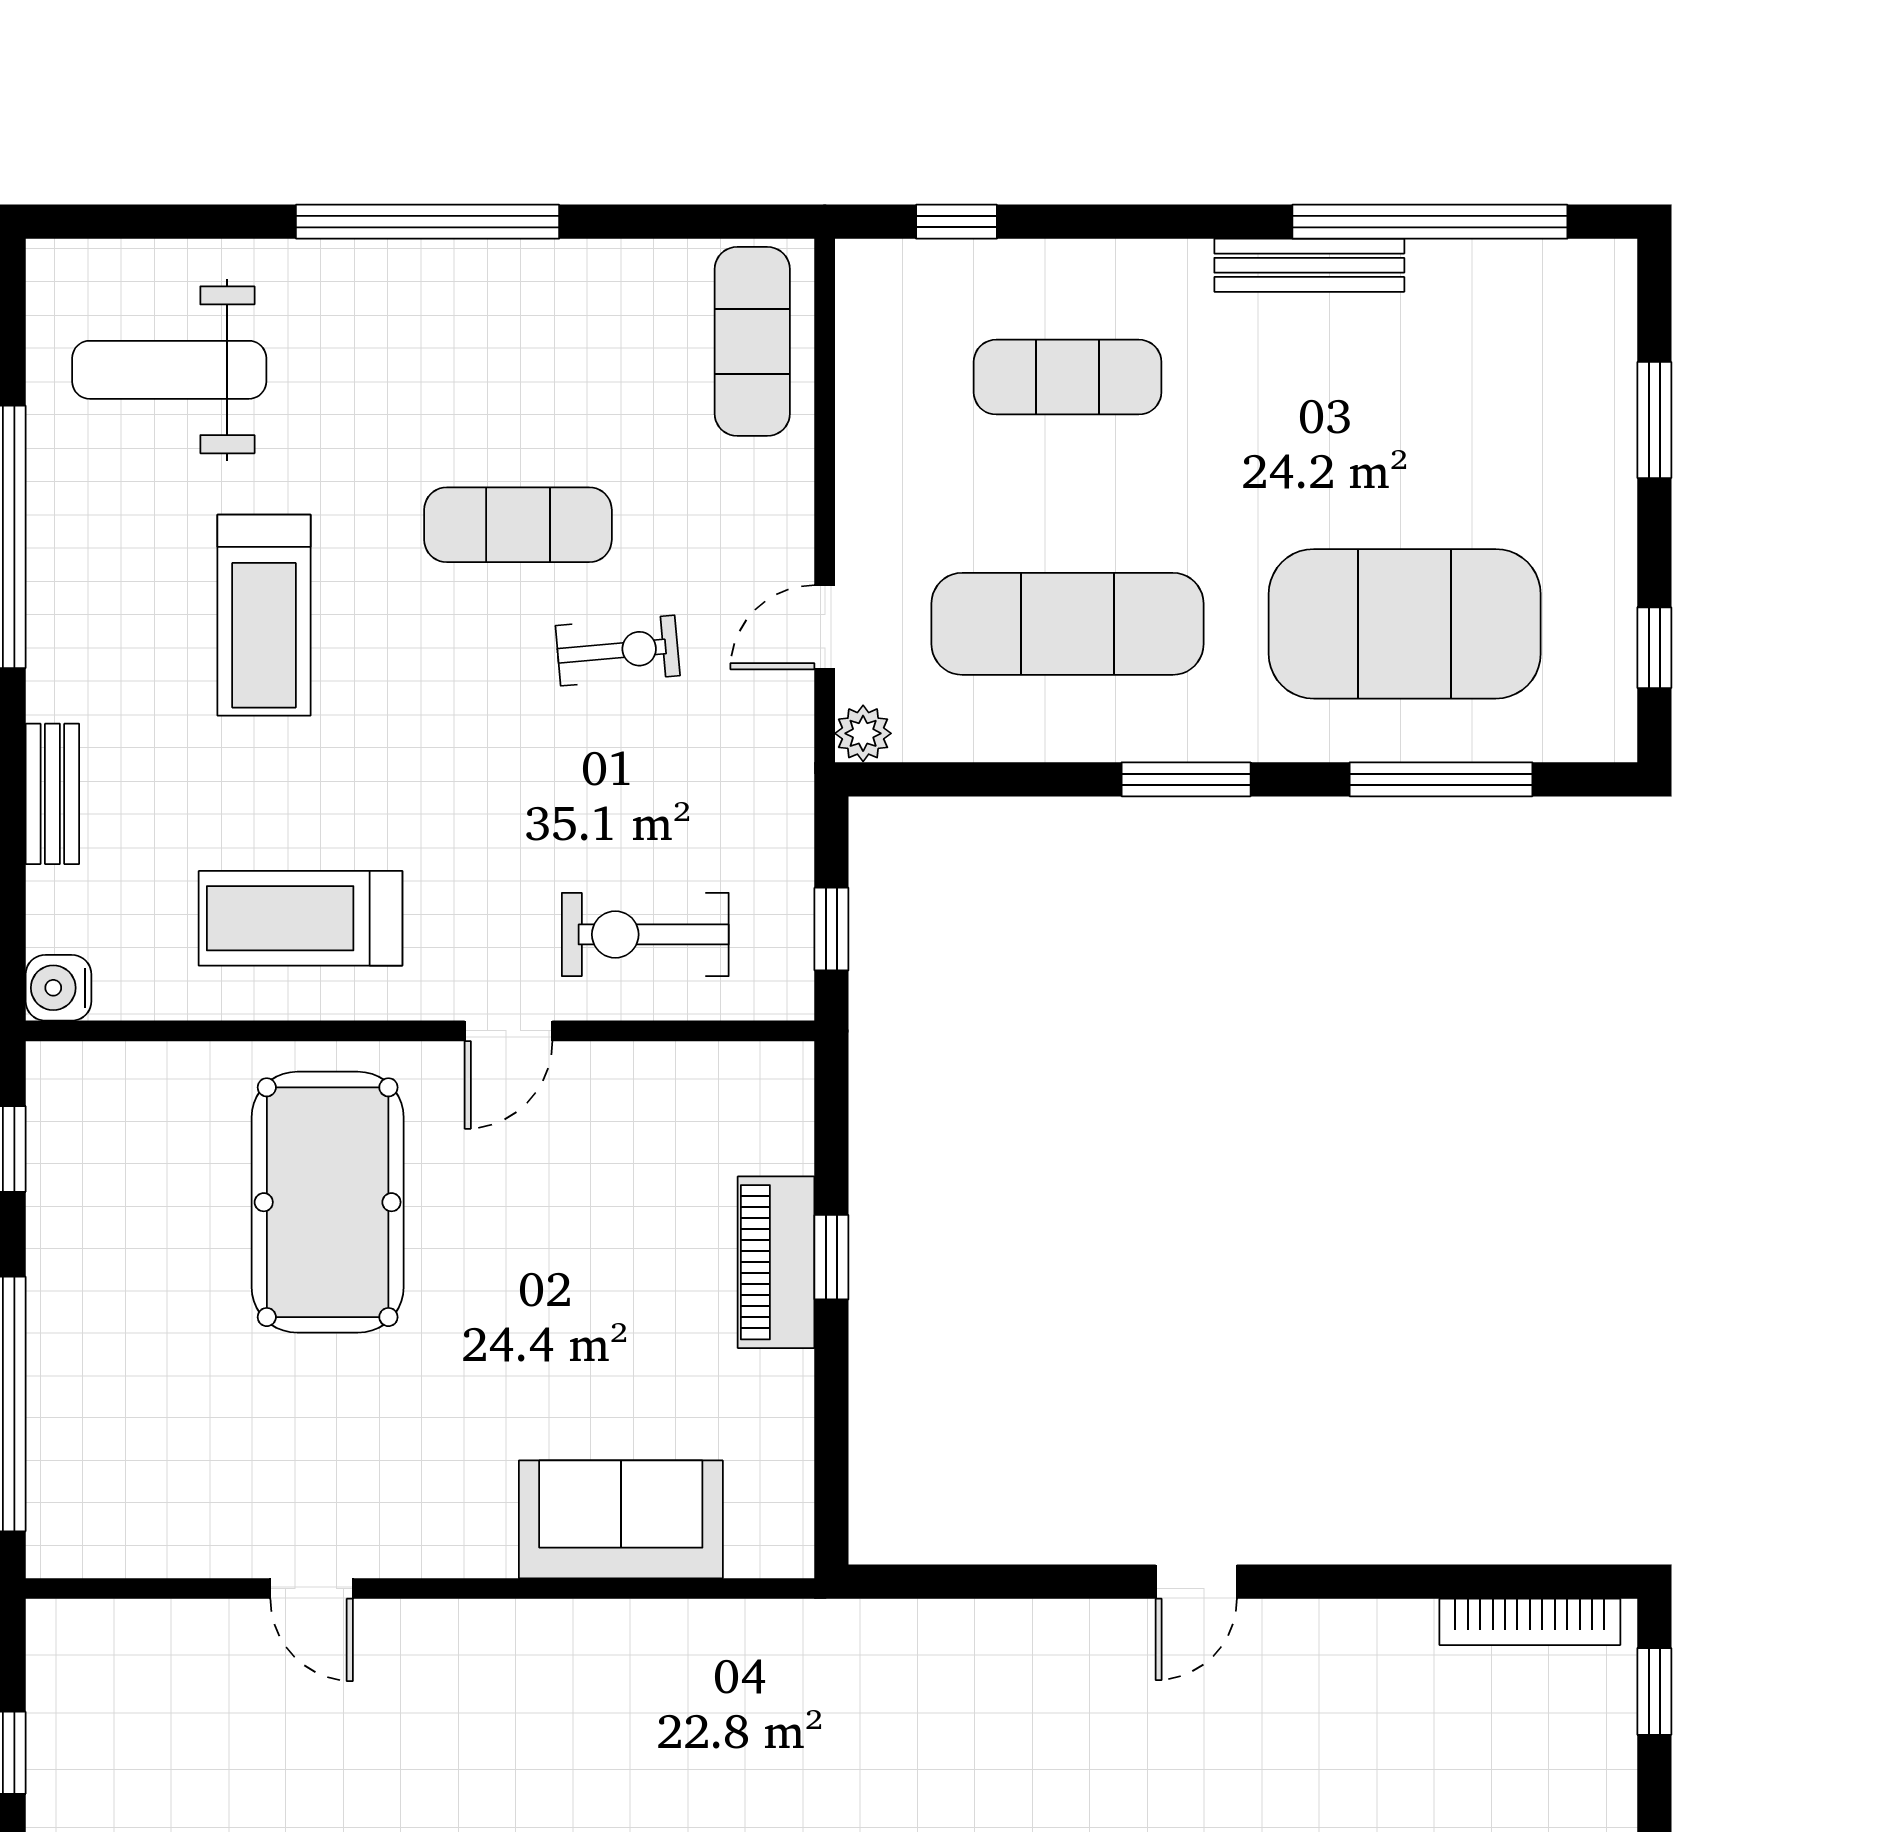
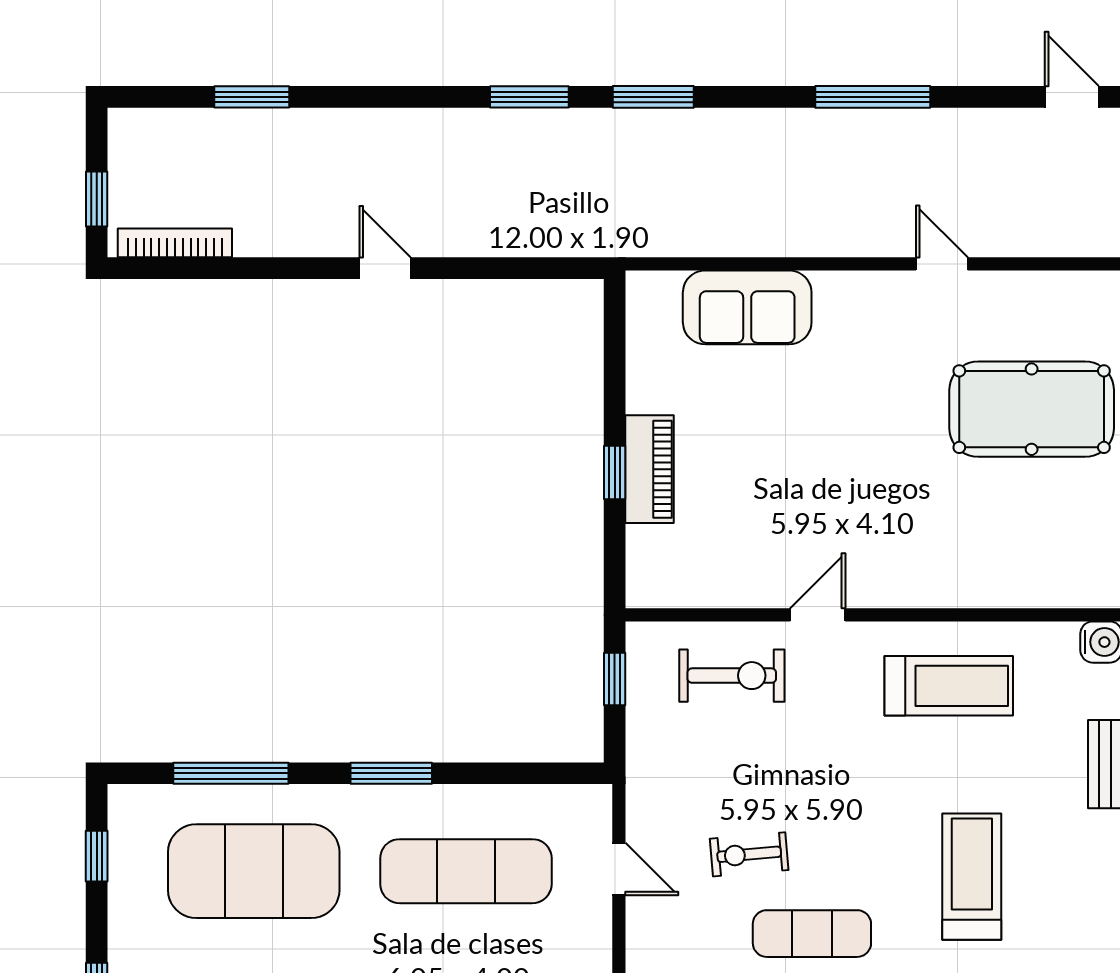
door: (825, 627) -> (619, 869), hinge flipped
plant: (863, 733) -> (595, 802), removed
pool table: (328, 1202) -> (1032, 409), moved, turned 90
door: (1196, 1582) -> (385, 268), hinge flipped

